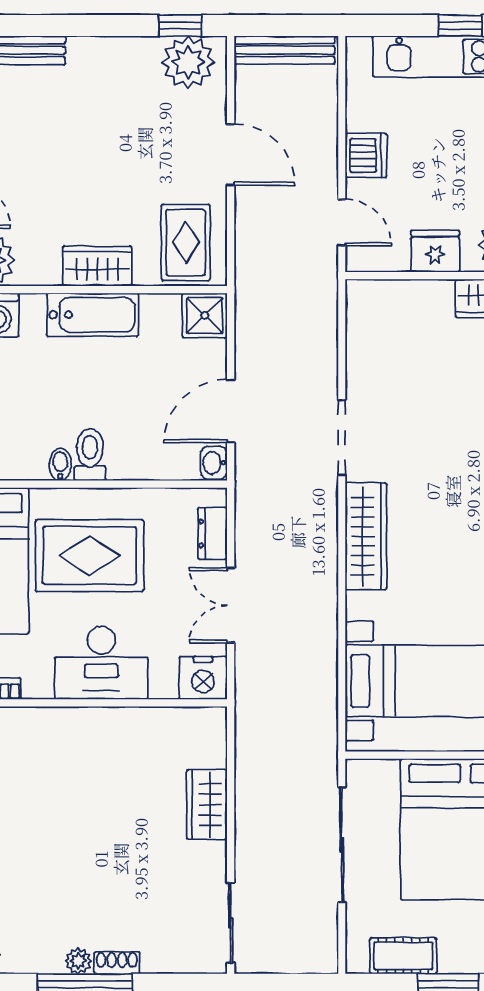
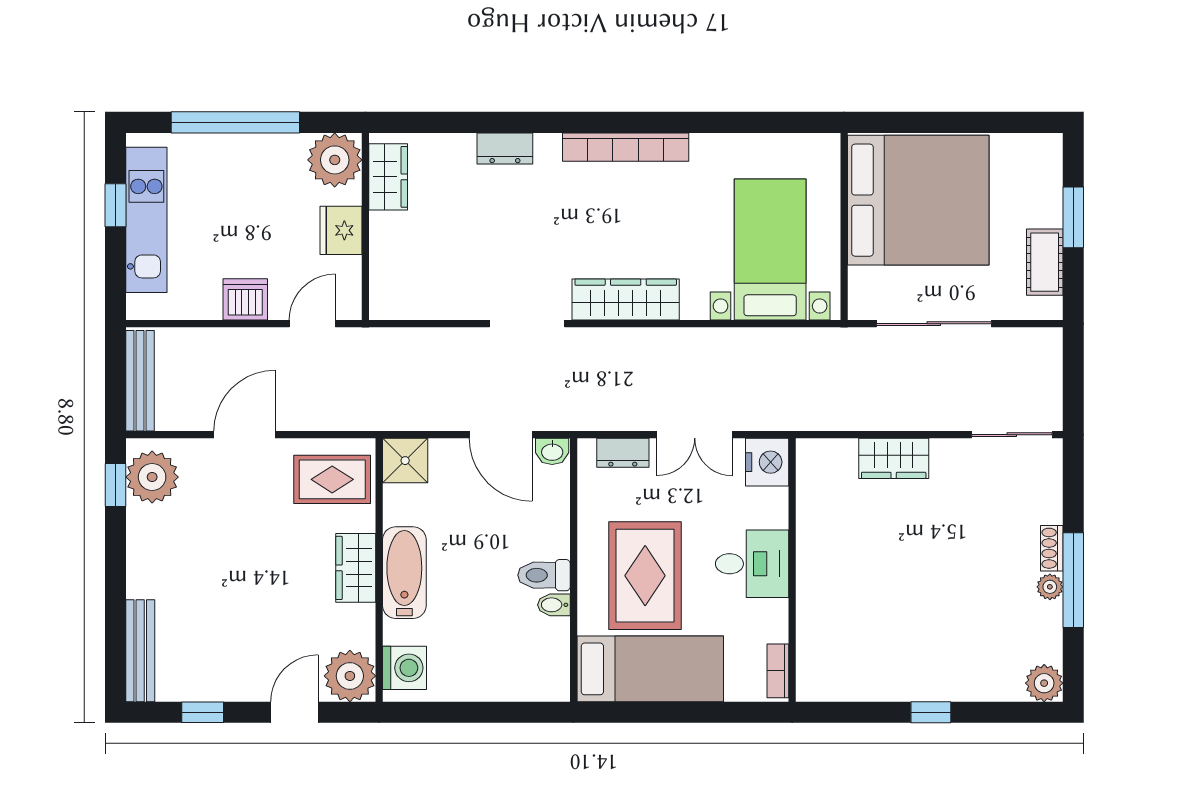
desk: (101, 663) -> (752, 564), width x0.73

